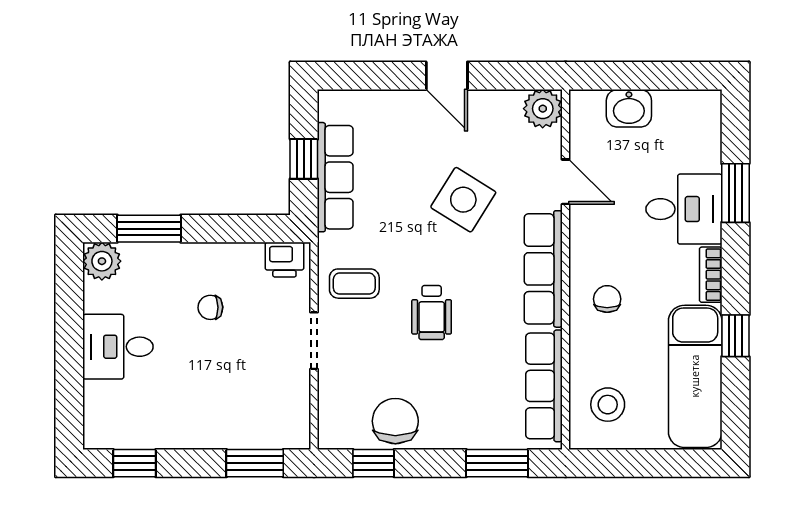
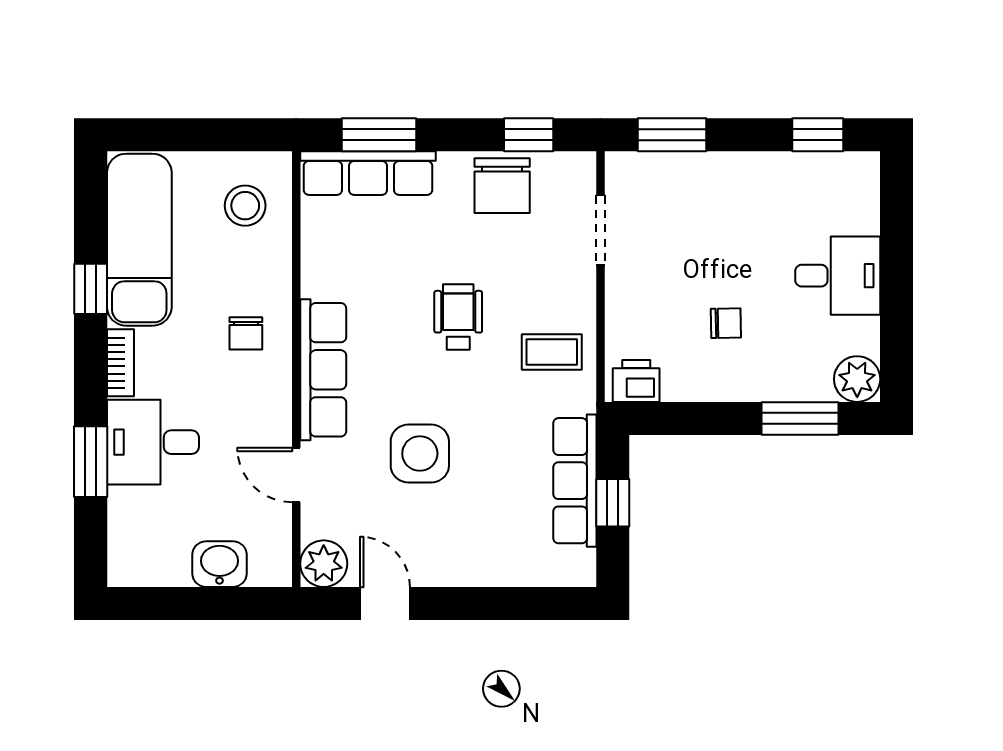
door: (447, 76) -> (385, 603), moved
side table: (463, 200) -> (420, 454), turned -32
doorway: (314, 341) -> (600, 230), moved
row of seats: (544, 386) -> (368, 173), moved, turned 90

